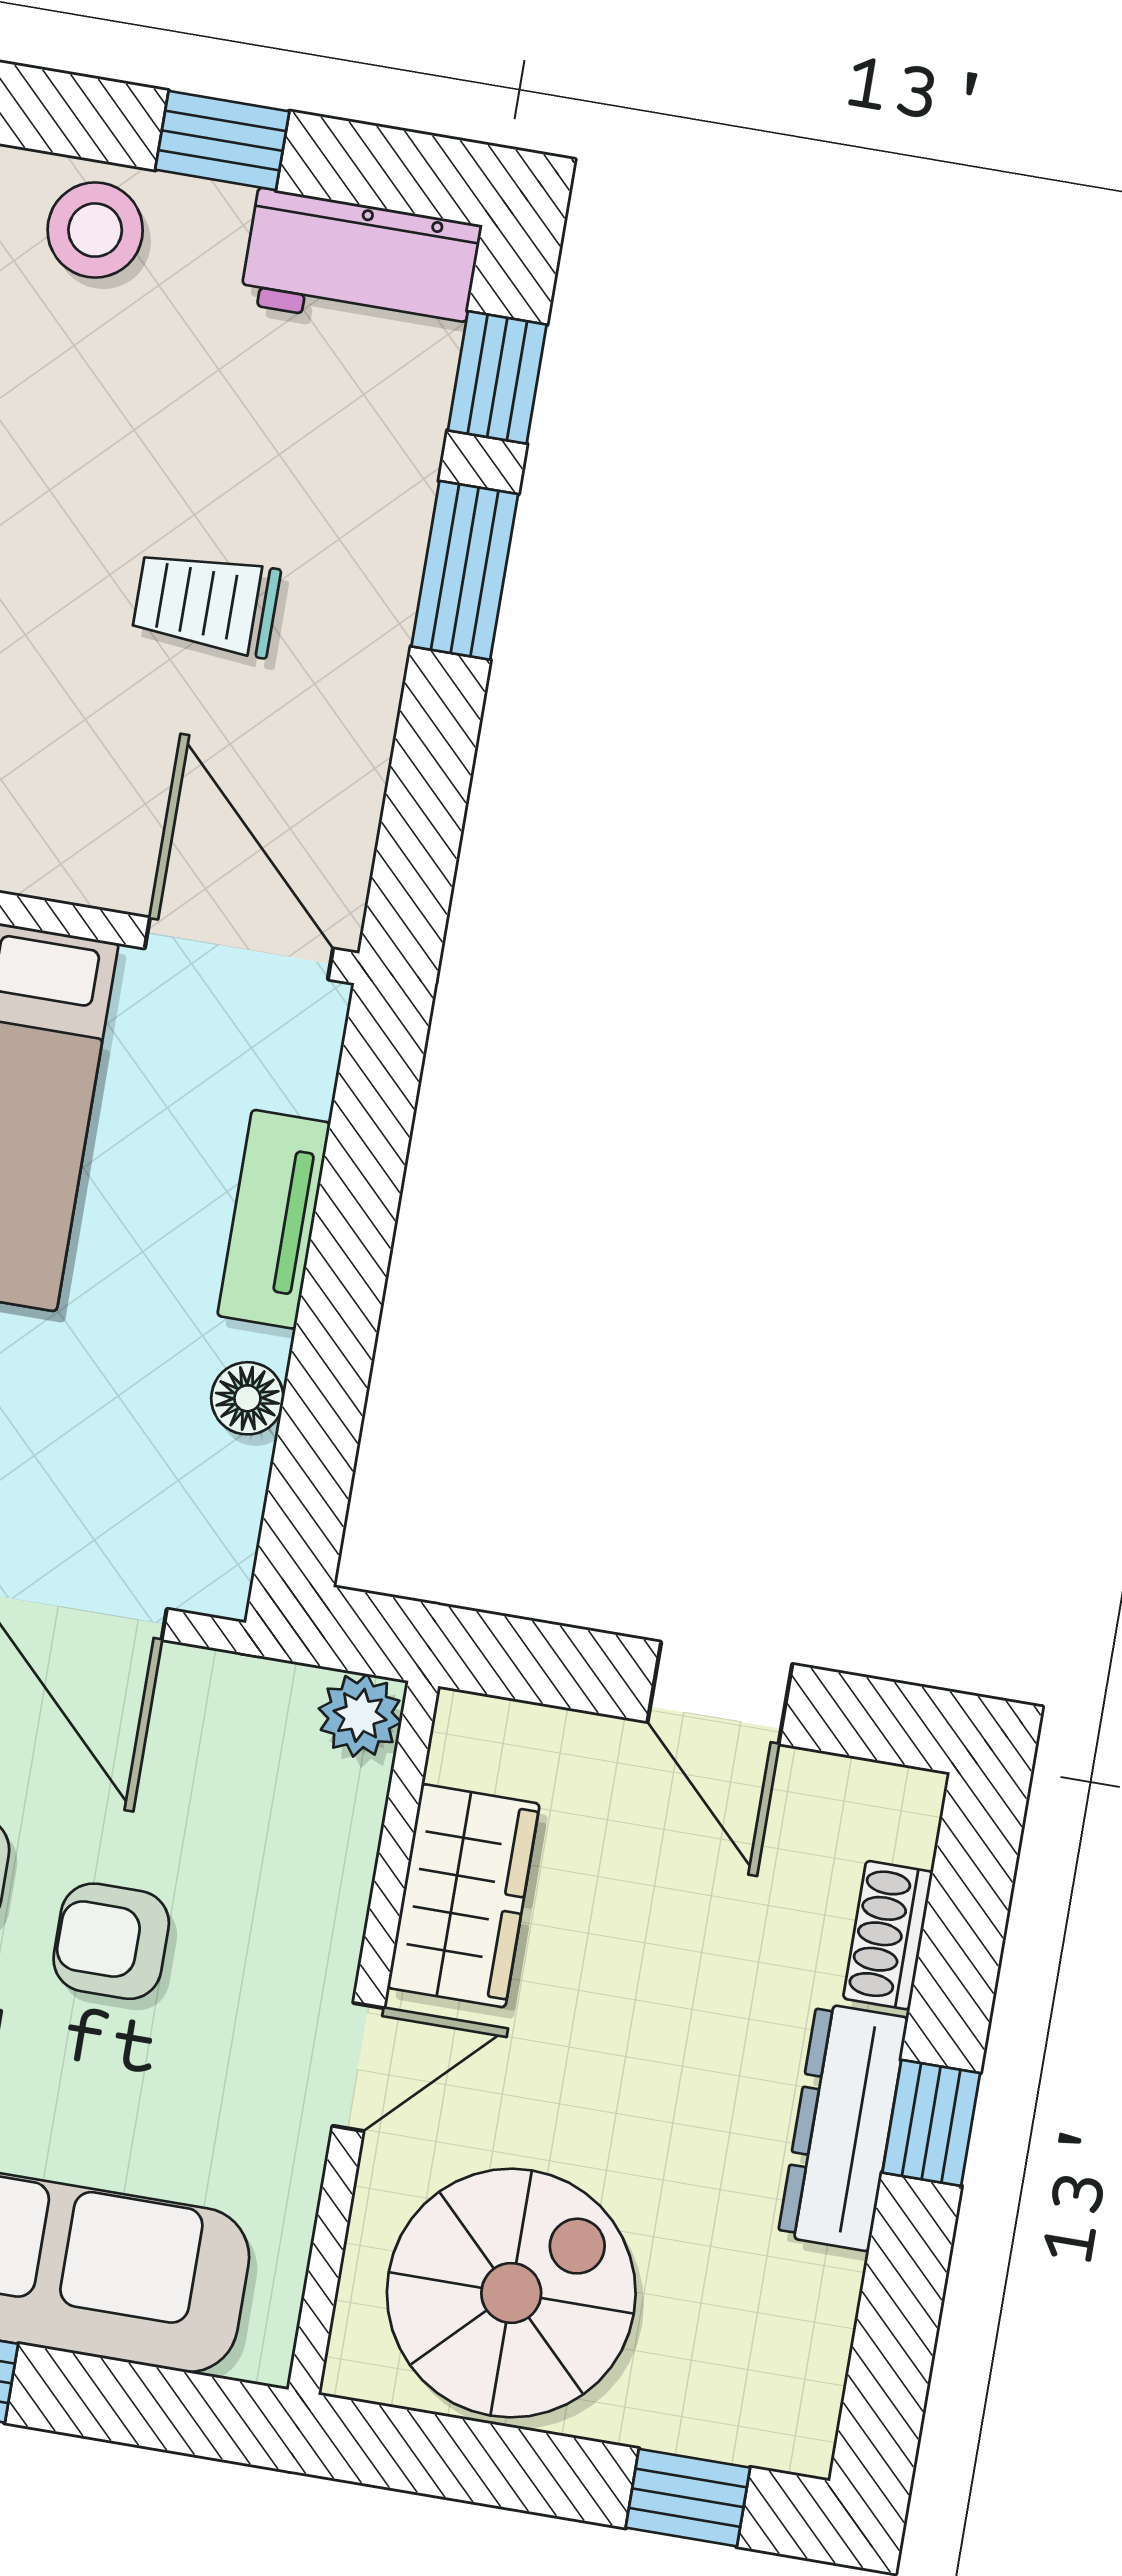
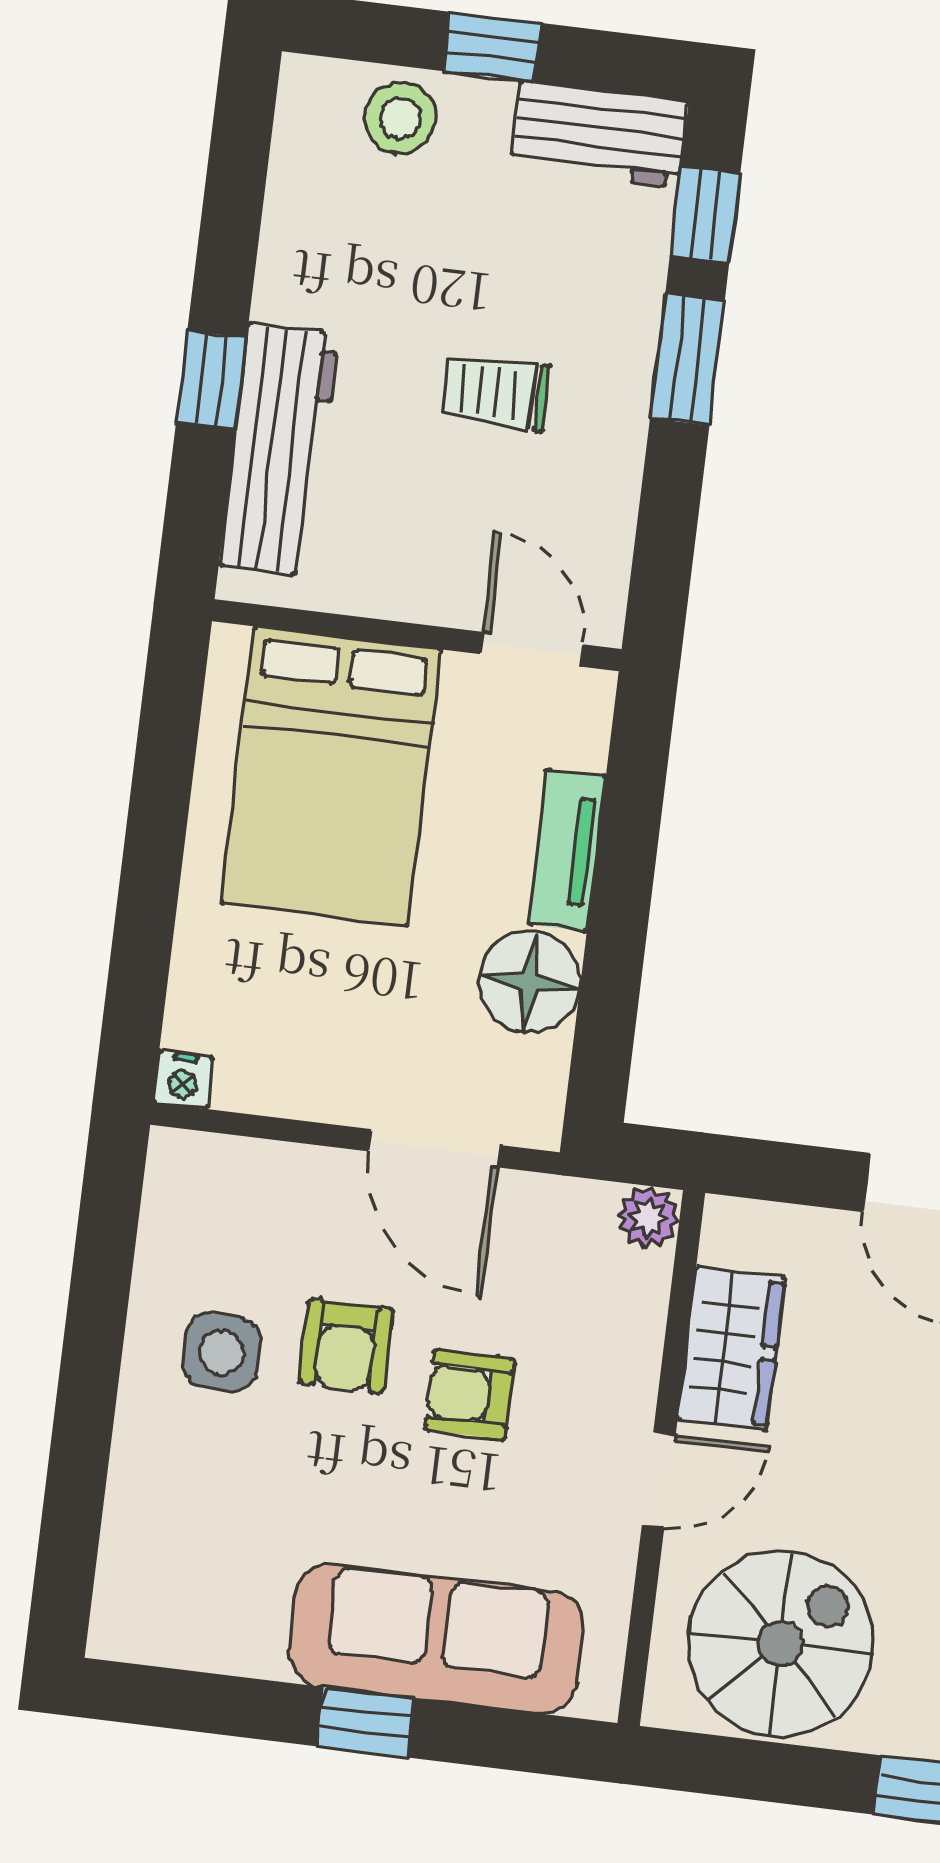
door: (239, 948) -> (532, 649), width x0.73
floor lamp: (247, 1398) -> (529, 982), width x1.89, depth x1.89

